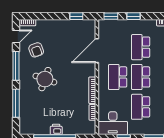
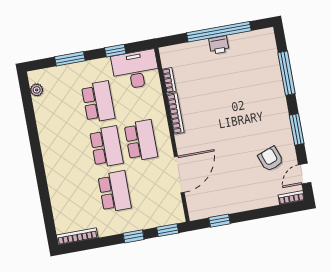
window: (16, 66) -> (297, 129), width x0.69
round table: (45, 79) -> (250, 117), removed

